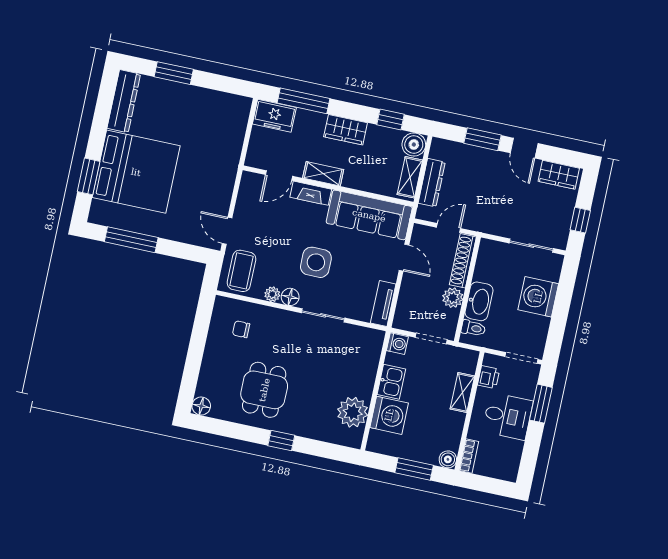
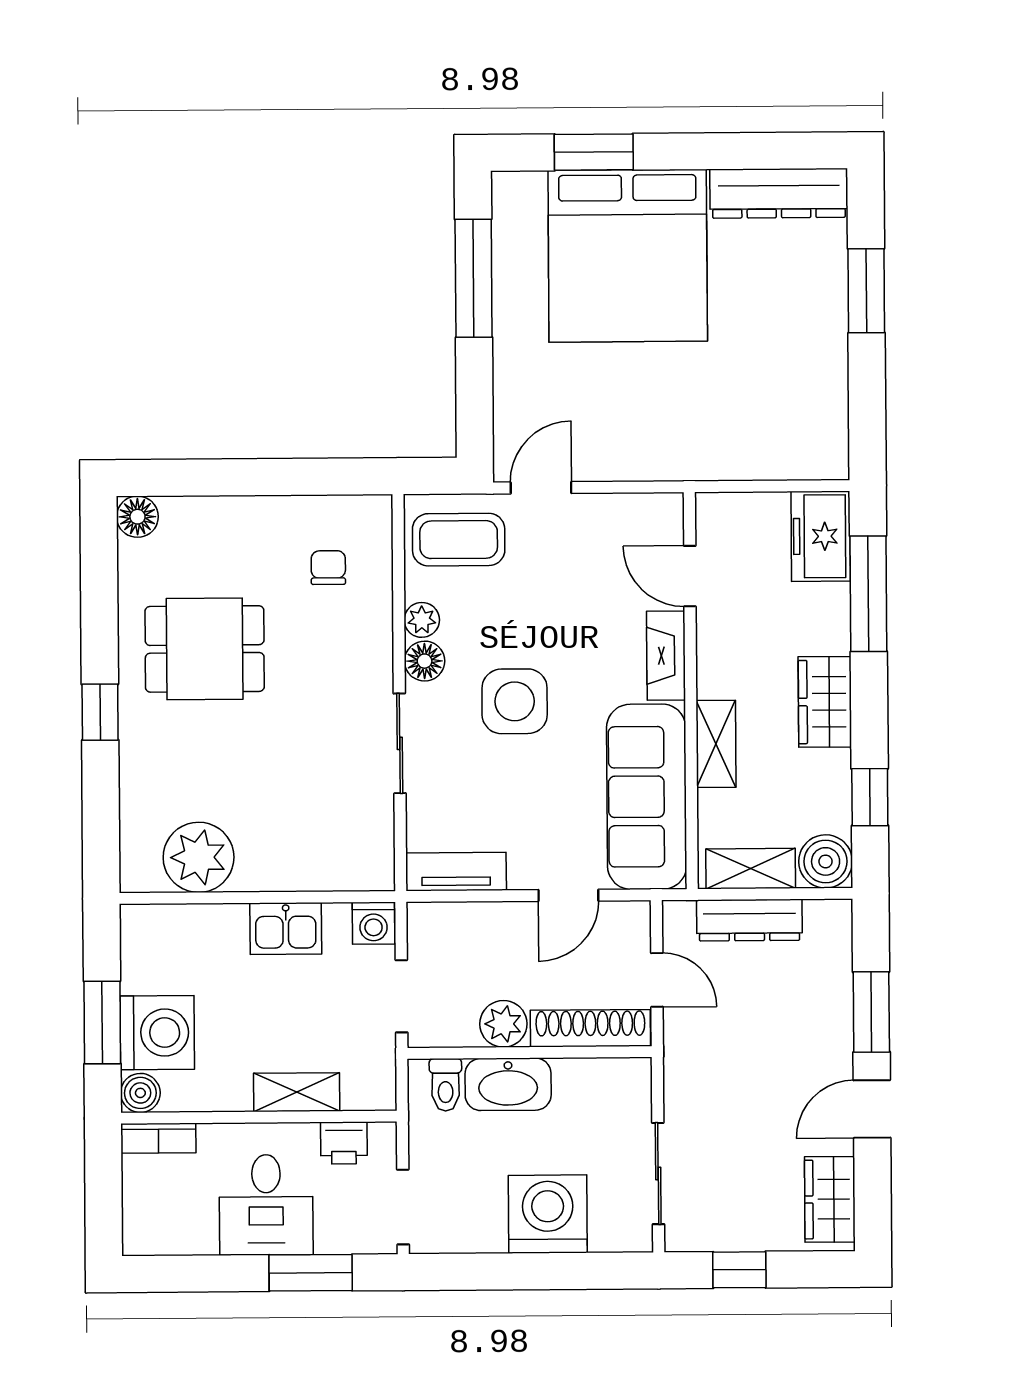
shelving: (323, 174) -> (716, 744), moved
washing machine: (389, 415) -> (157, 1033), moved, turned -90

